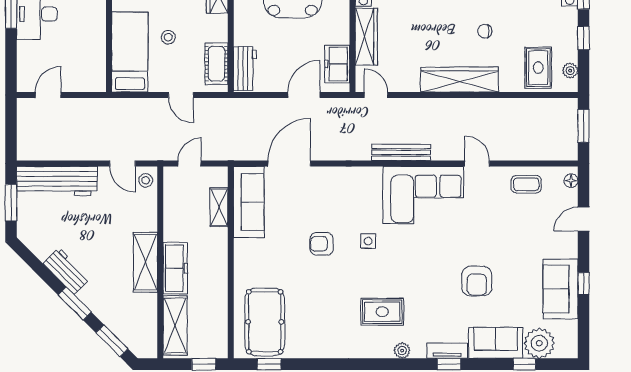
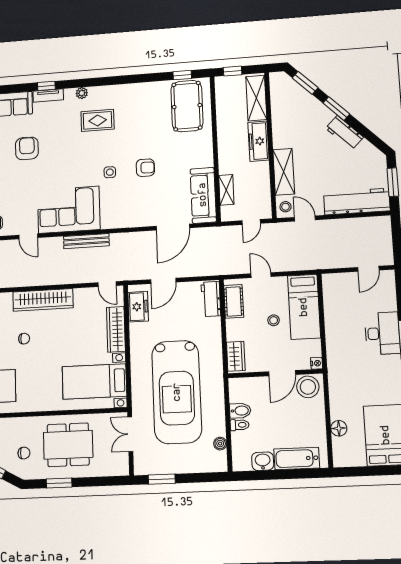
shelving: (145, 262) -> (284, 172), moved

